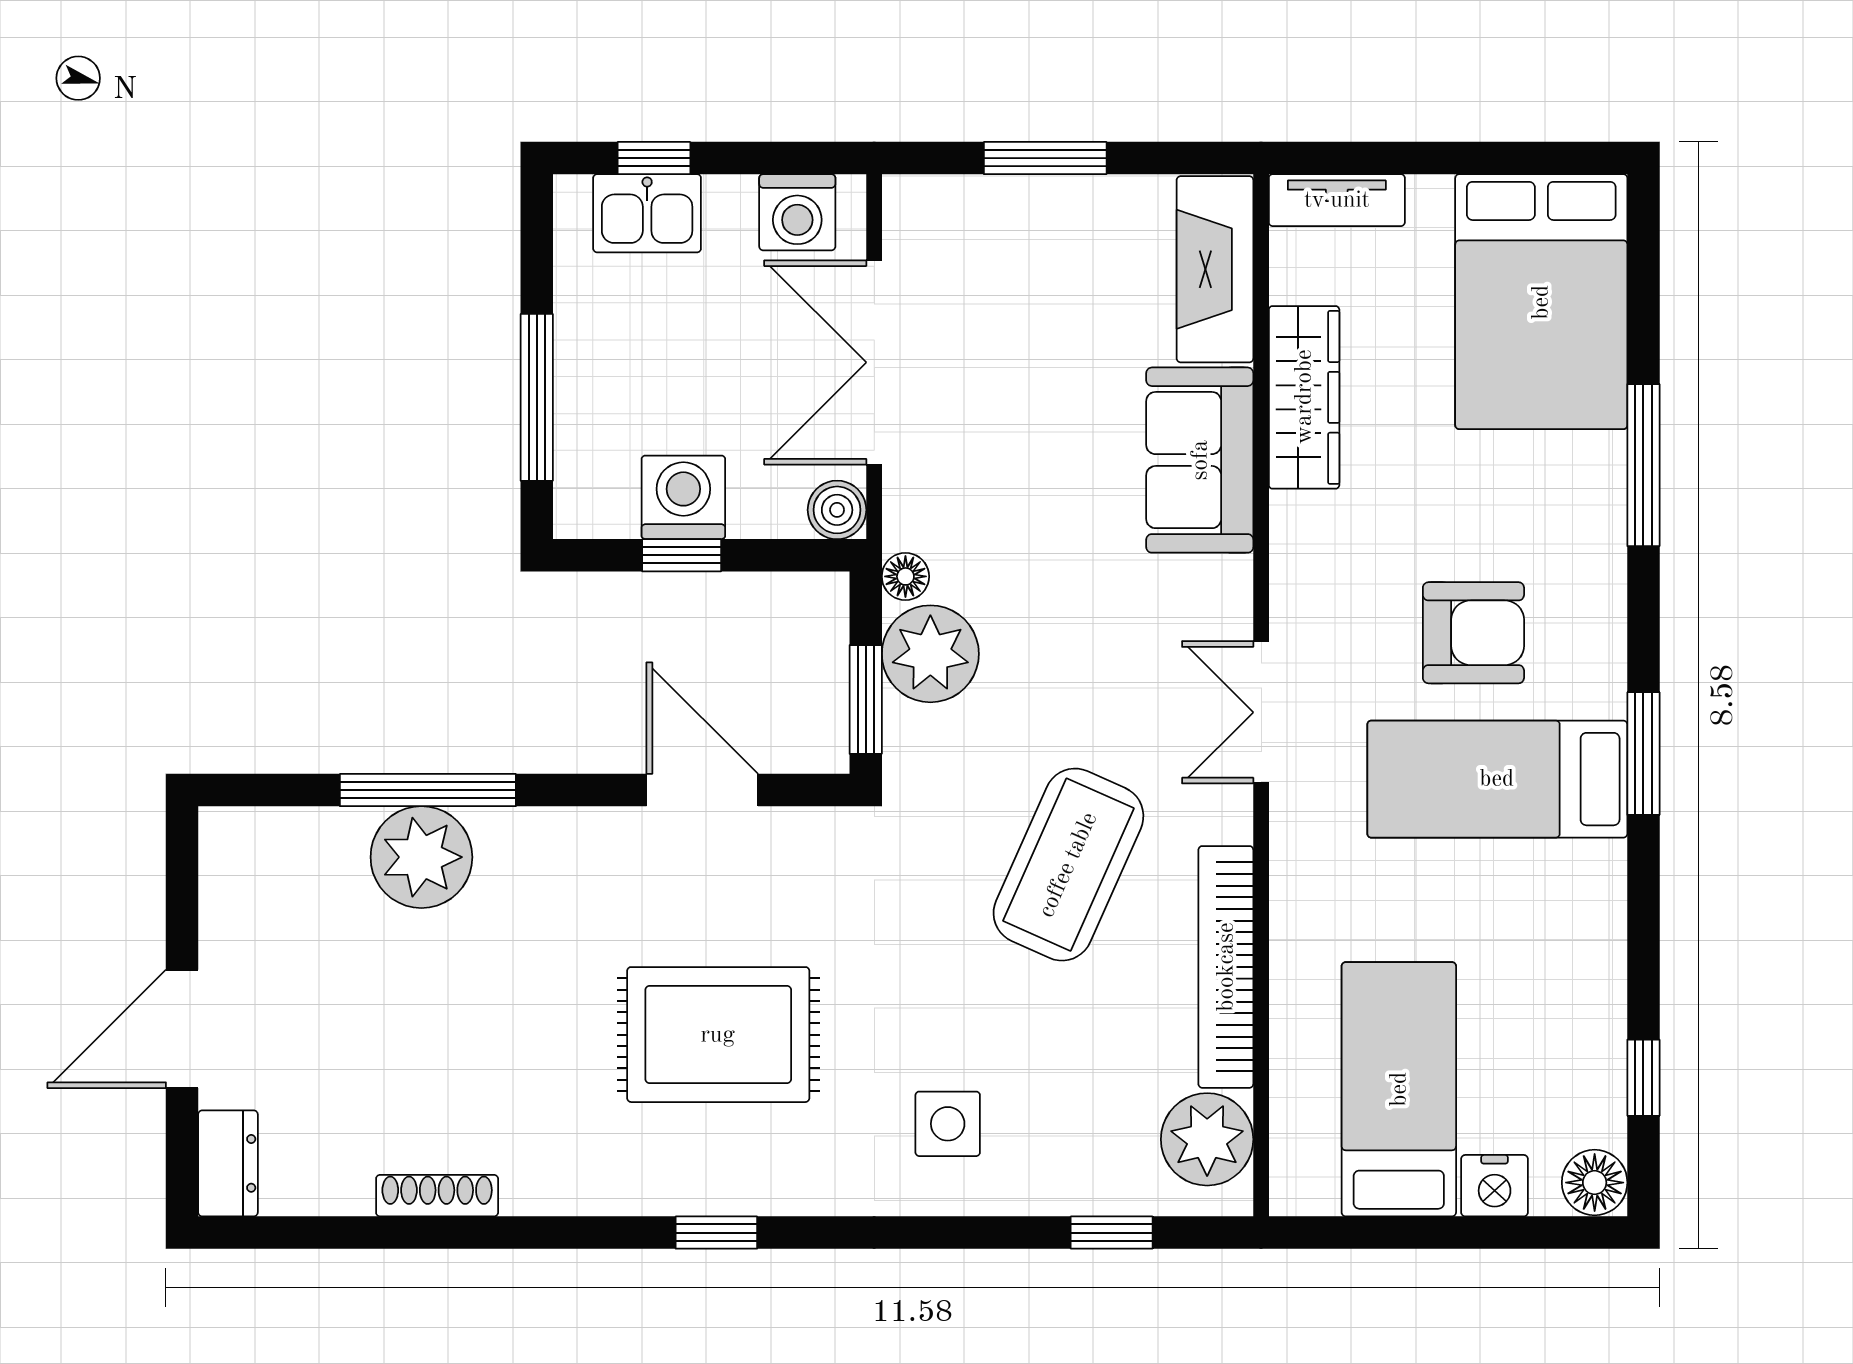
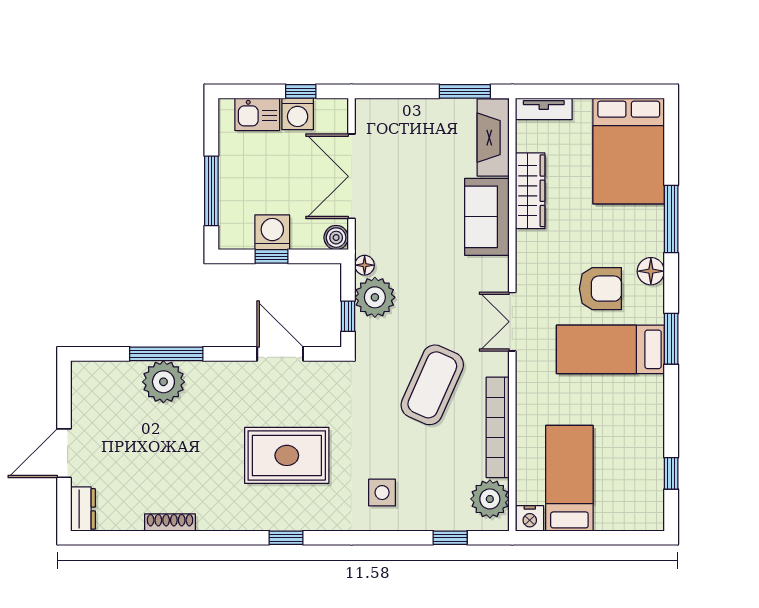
window: (654, 158) -> (301, 91), moved
window: (1045, 158) -> (465, 91), moved
washing machine: (797, 212) -> (298, 114), moved
window: (866, 699) -> (348, 316), width x0.67
floor lamp: (1595, 1183) -> (651, 271), moved
nightstand: (1495, 1186) -> (530, 518), moved

